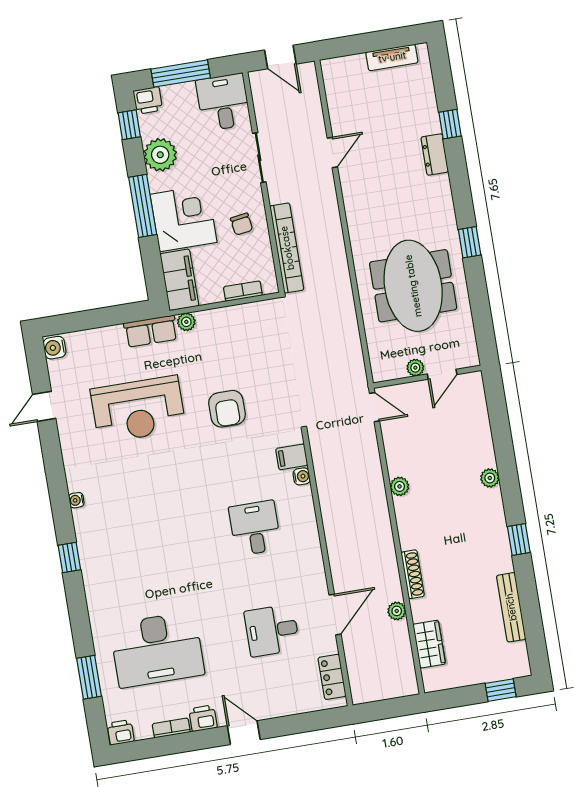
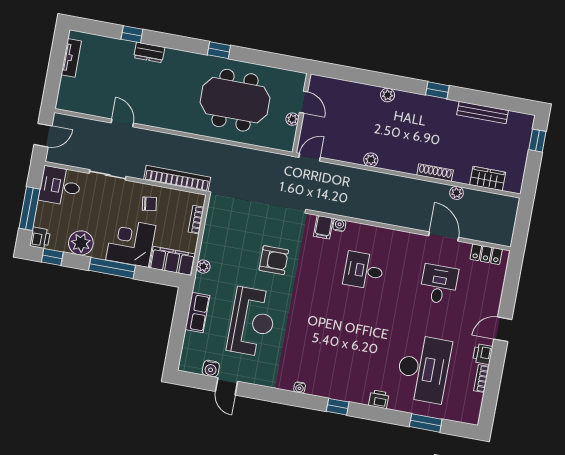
row of seats: (151, 331) -> (197, 313), moved
water cooler: (55, 348) -> (211, 369), moved
desk: (272, 630) -> (439, 284), turned 180
printer: (121, 732) -> (379, 399), moved, turned 90

